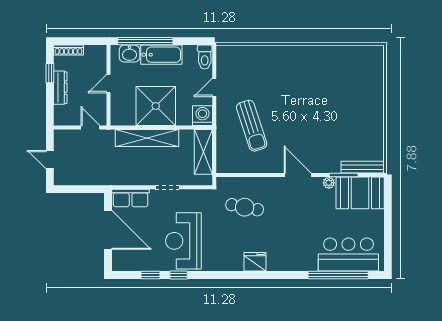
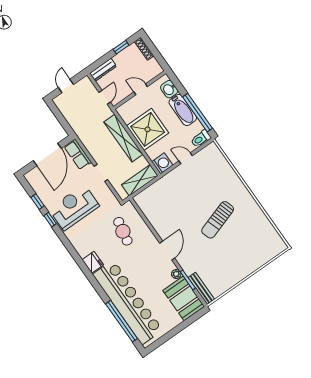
window: (145, 41) -> (198, 113), moved
dresser: (60, 88) -> (103, 70), moved
sun lounger: (252, 126) -> (218, 220), moved
bar counter: (348, 254) -> (128, 302), width x1.86

